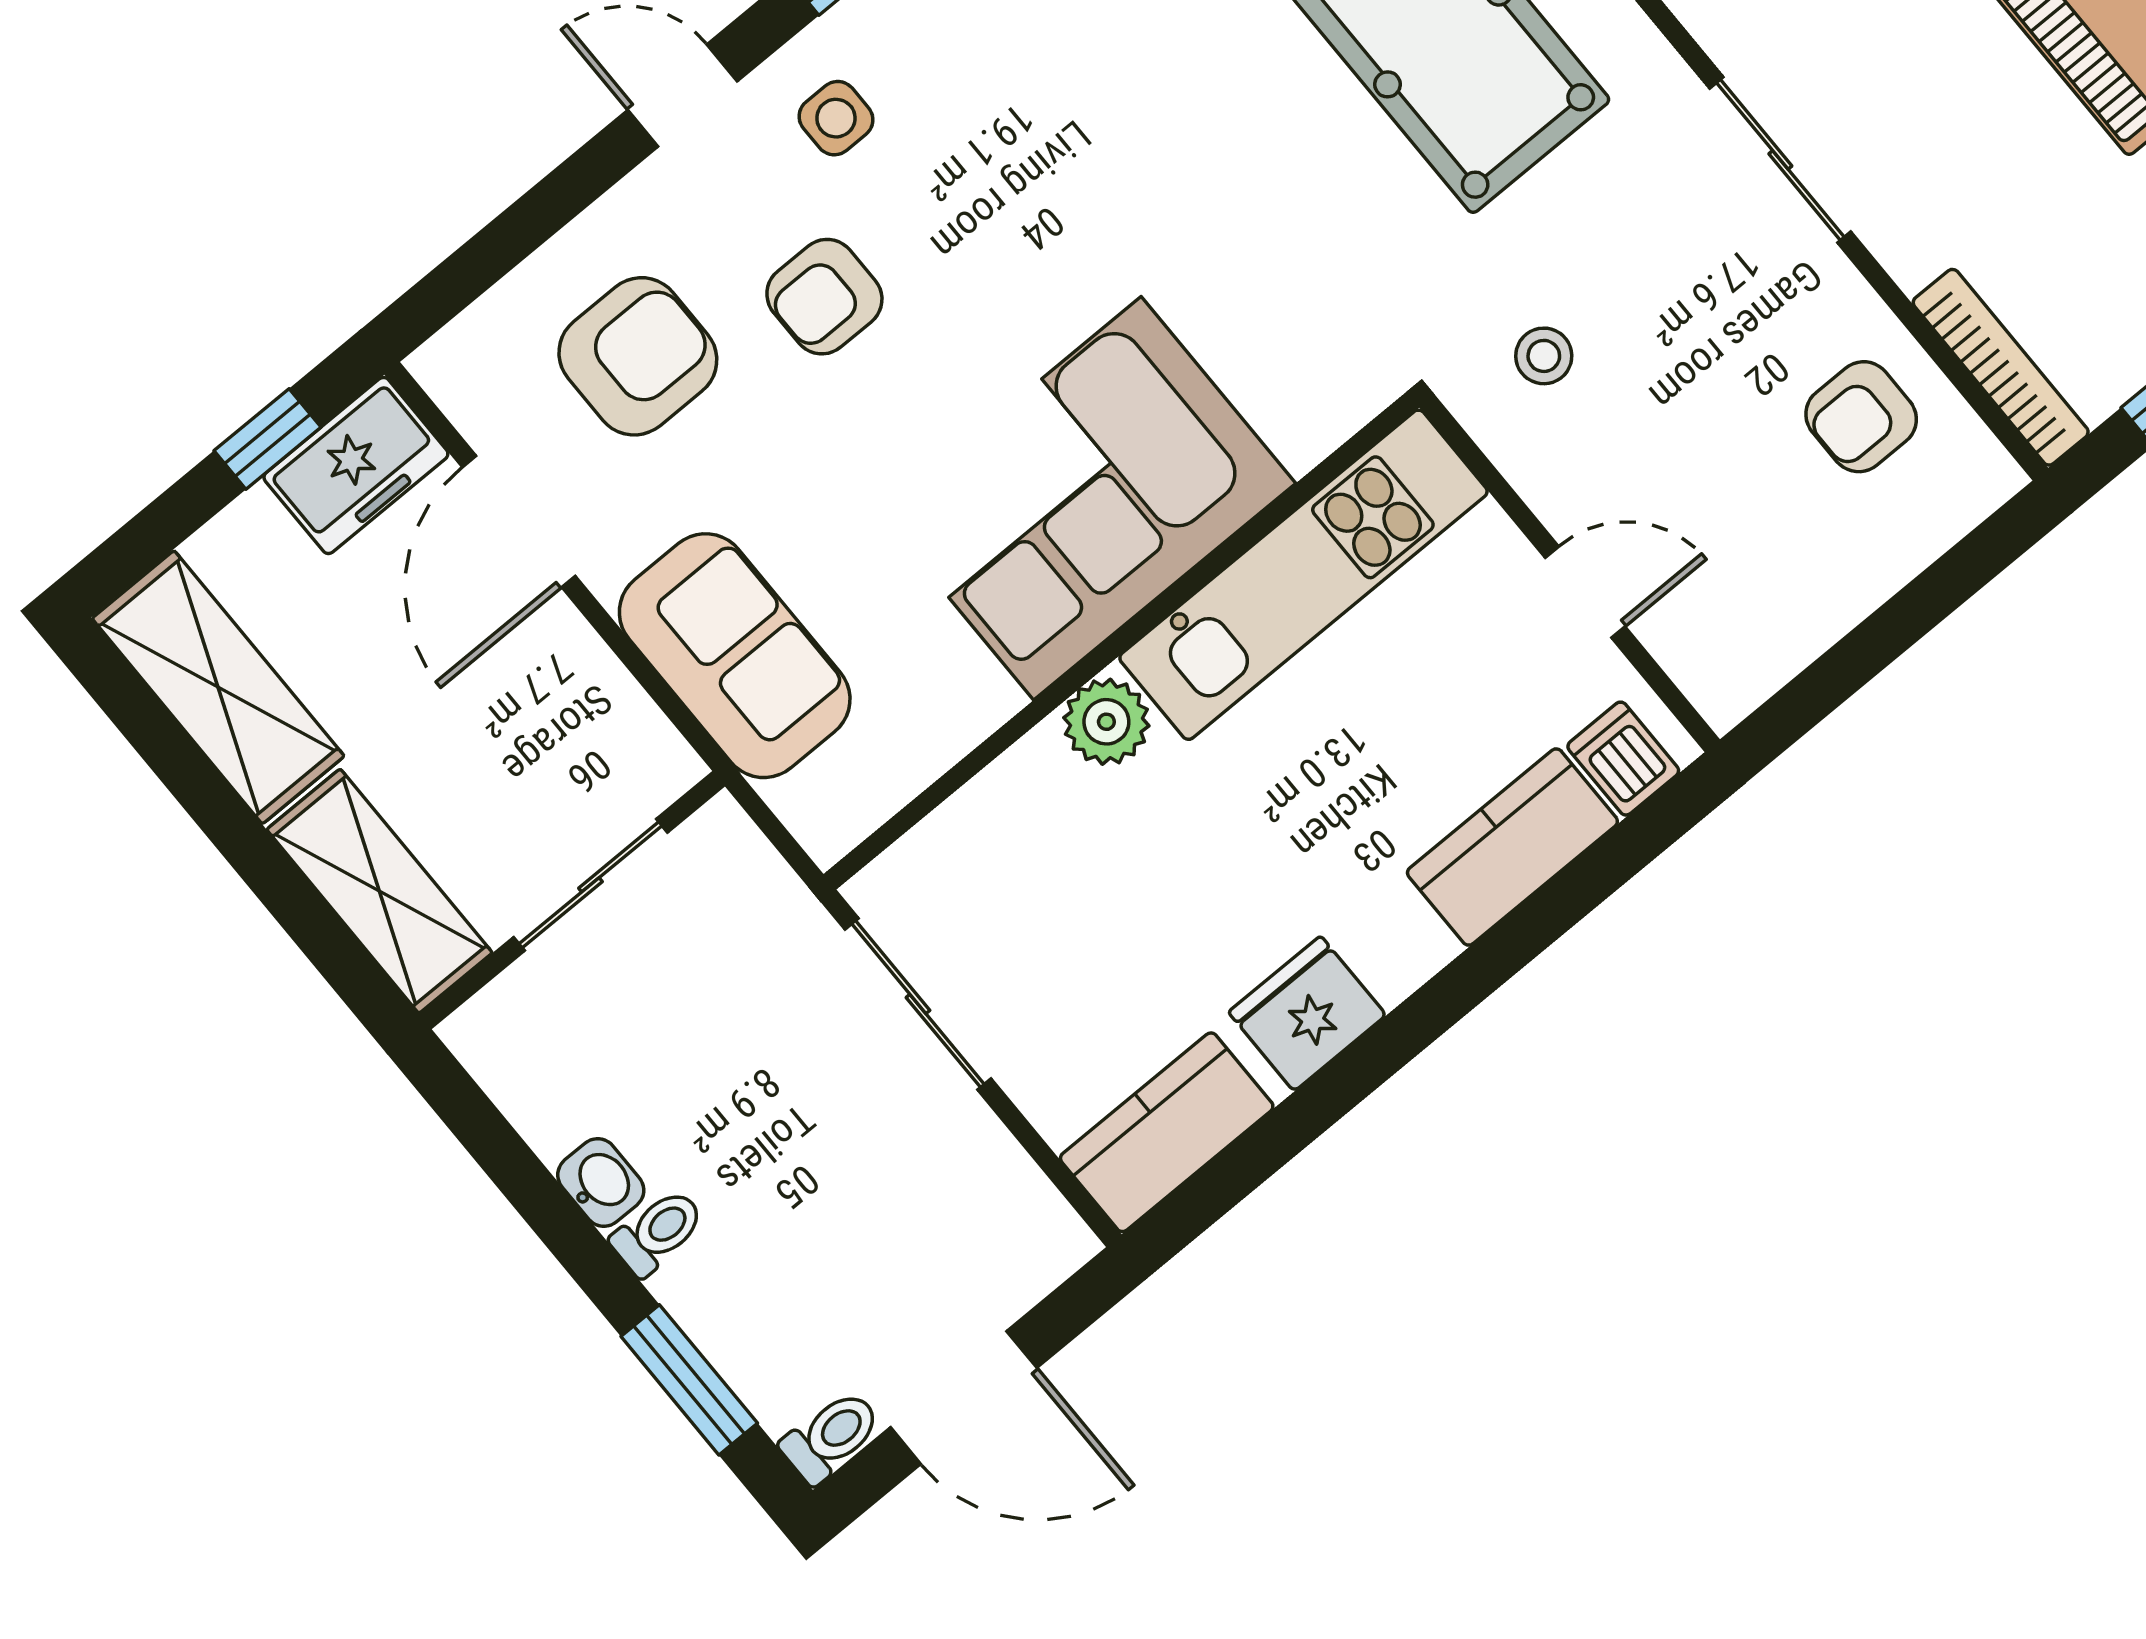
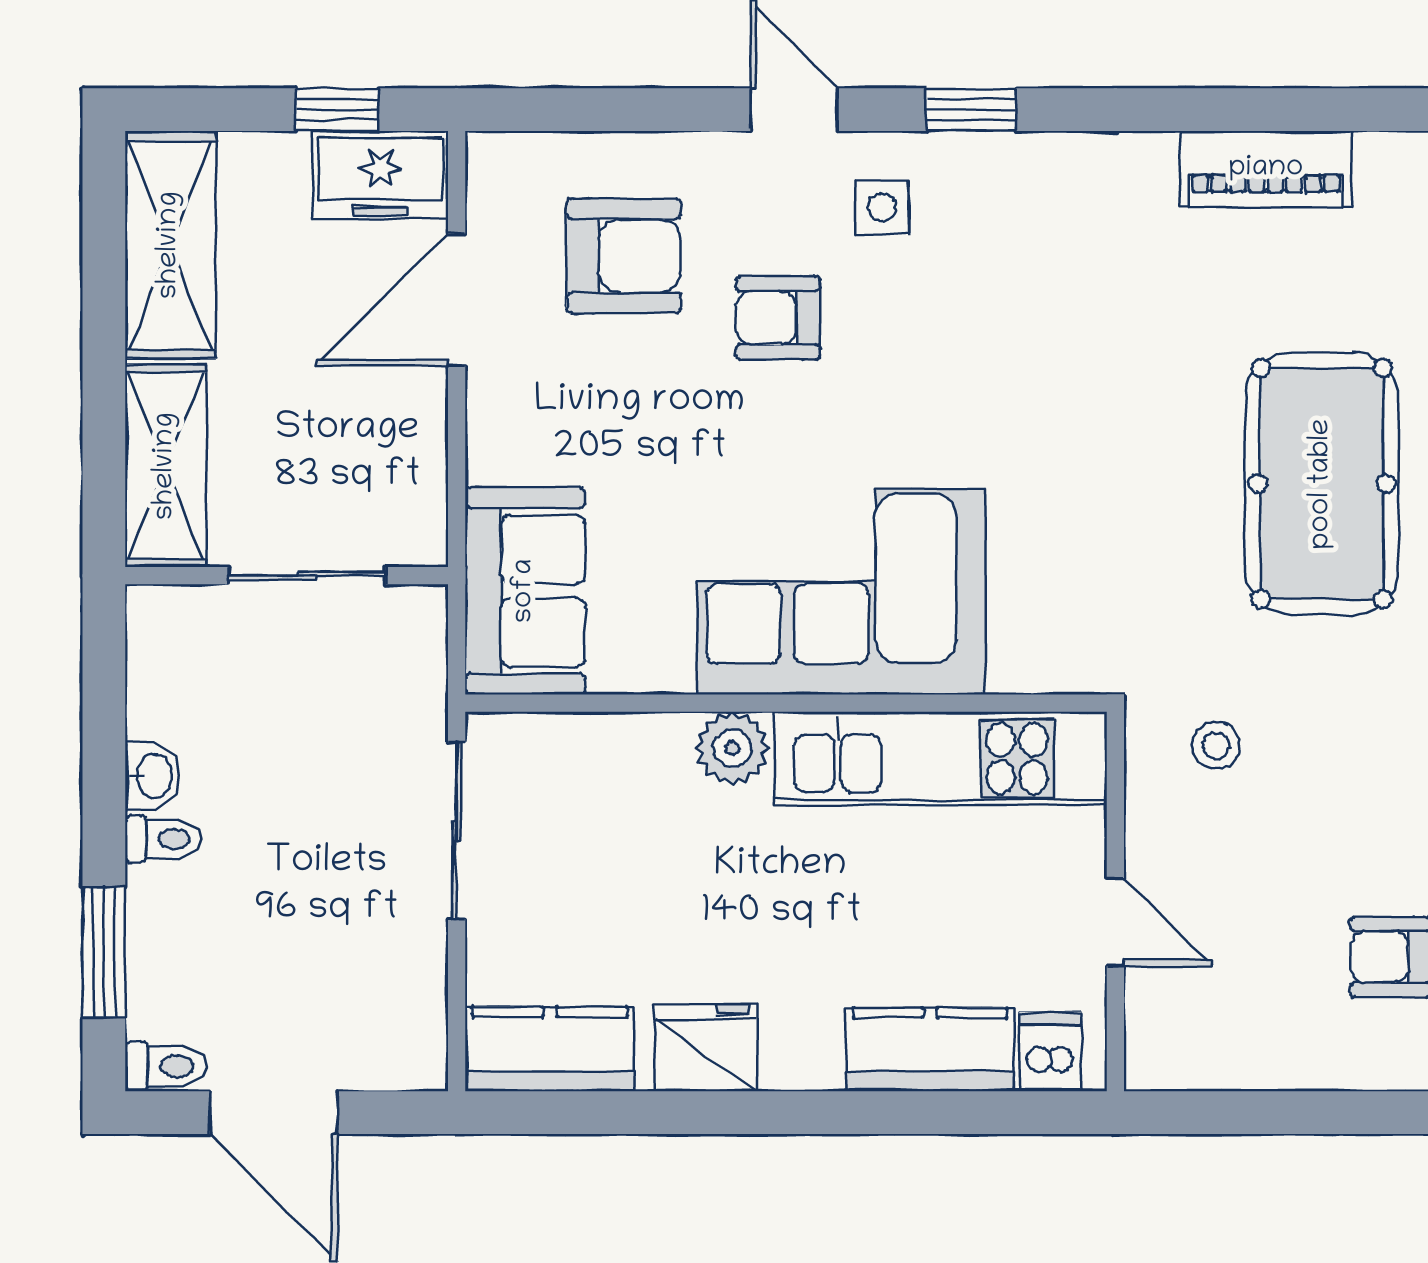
sofa: (735, 656) -> (525, 591), moved

